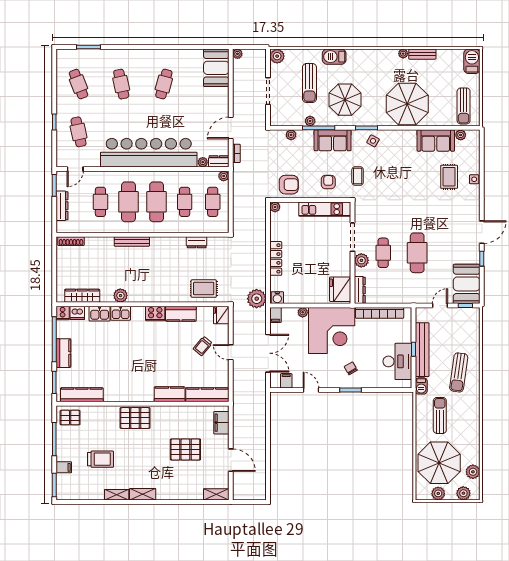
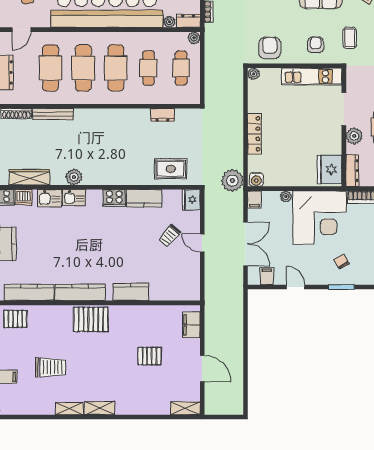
armchair: (289, 185) -> (270, 48), turned -90
cafe table: (100, 202) -> (51, 68), width x1.37, depth x1.35
bench: (132, 241) -> (53, 114), moved
kitchen counter: (207, 395) -> (80, 292), moved
pallet: (185, 450) -> (149, 356), width x0.67, depth x0.71

